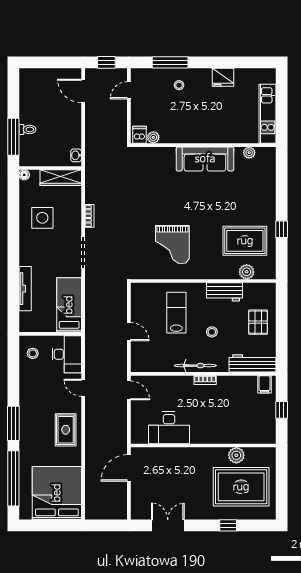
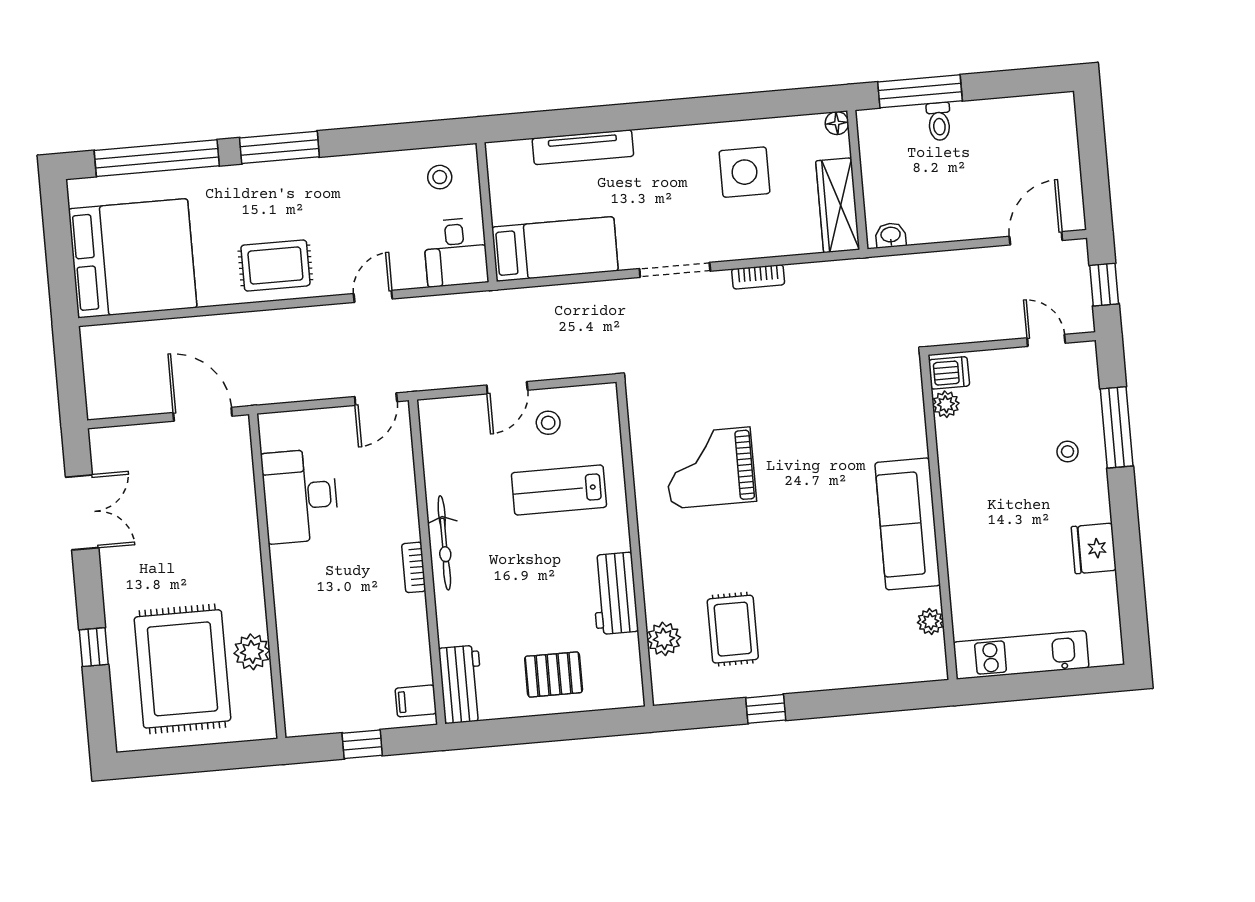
rug: (245, 241) -> (733, 629), width x0.73, depth x0.70
lab bench: (176, 313) -> (559, 490), turned 180
stool: (212, 332) -> (548, 423), moved
desk: (67, 354) -> (456, 252), width x0.73
workbench: (253, 363) -> (461, 684), width x0.73

